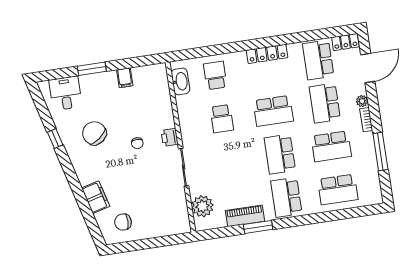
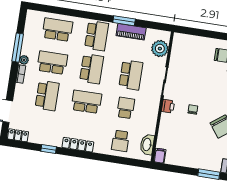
window: (302, 37) -> (49, 149), added
school desk: (318, 60) -> (131, 75), moved
filing cabinet: (125, 78) -> (160, 156), moved
plant: (362, 101) -> (24, 60), moved

